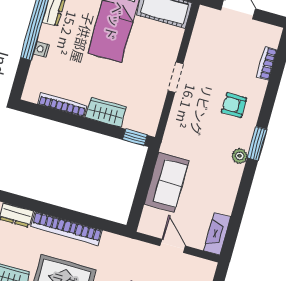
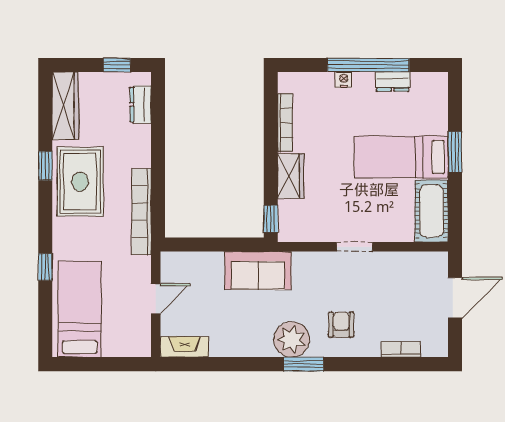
plant: (240, 156) -> (292, 339), width x1.87, depth x1.87
sofa: (166, 182) -> (258, 271), moved
bookcase: (67, 228) -> (141, 212), moved

